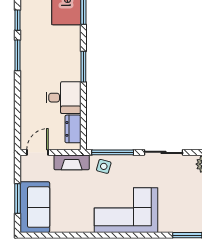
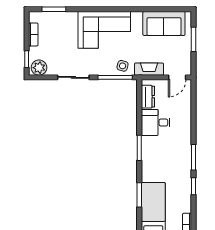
sofa: (35, 207) -> (164, 23), moved, turned -90

